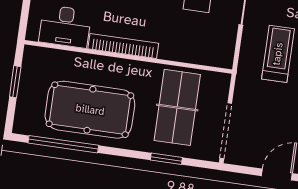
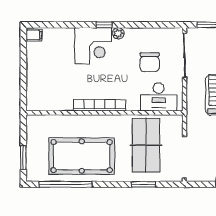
desk: (65, 26) -> (159, 97), moved
window: (15, 82) -> (23, 158), moved

